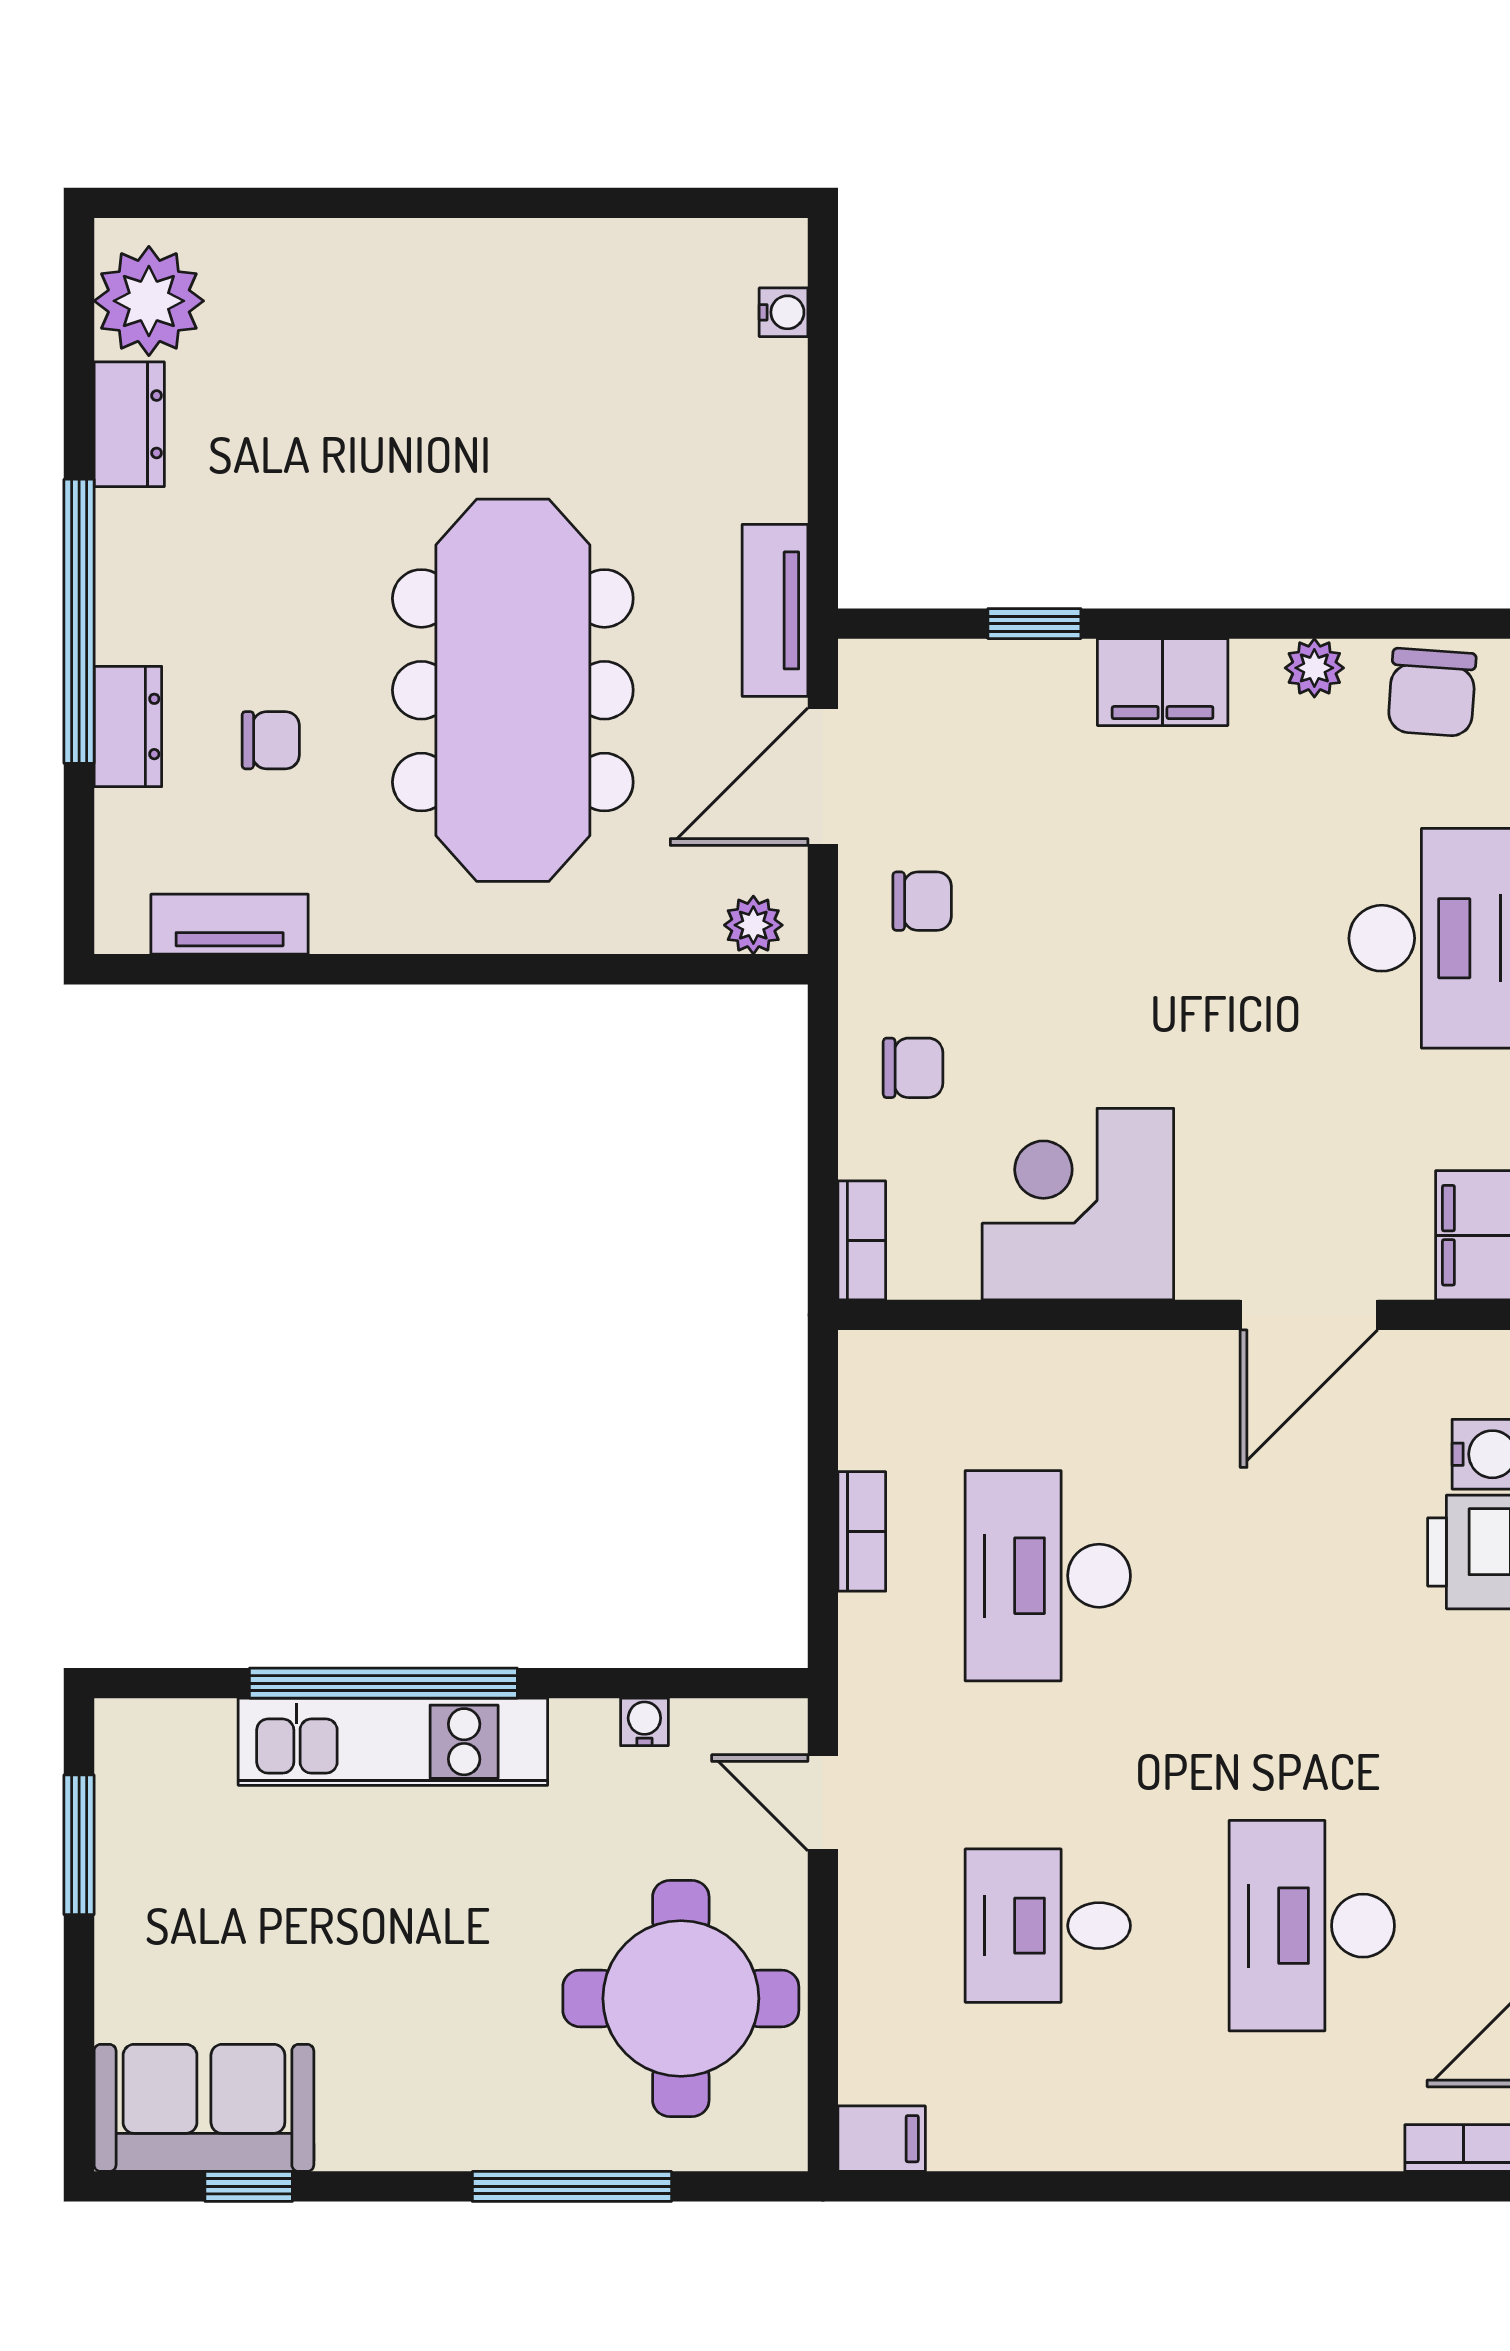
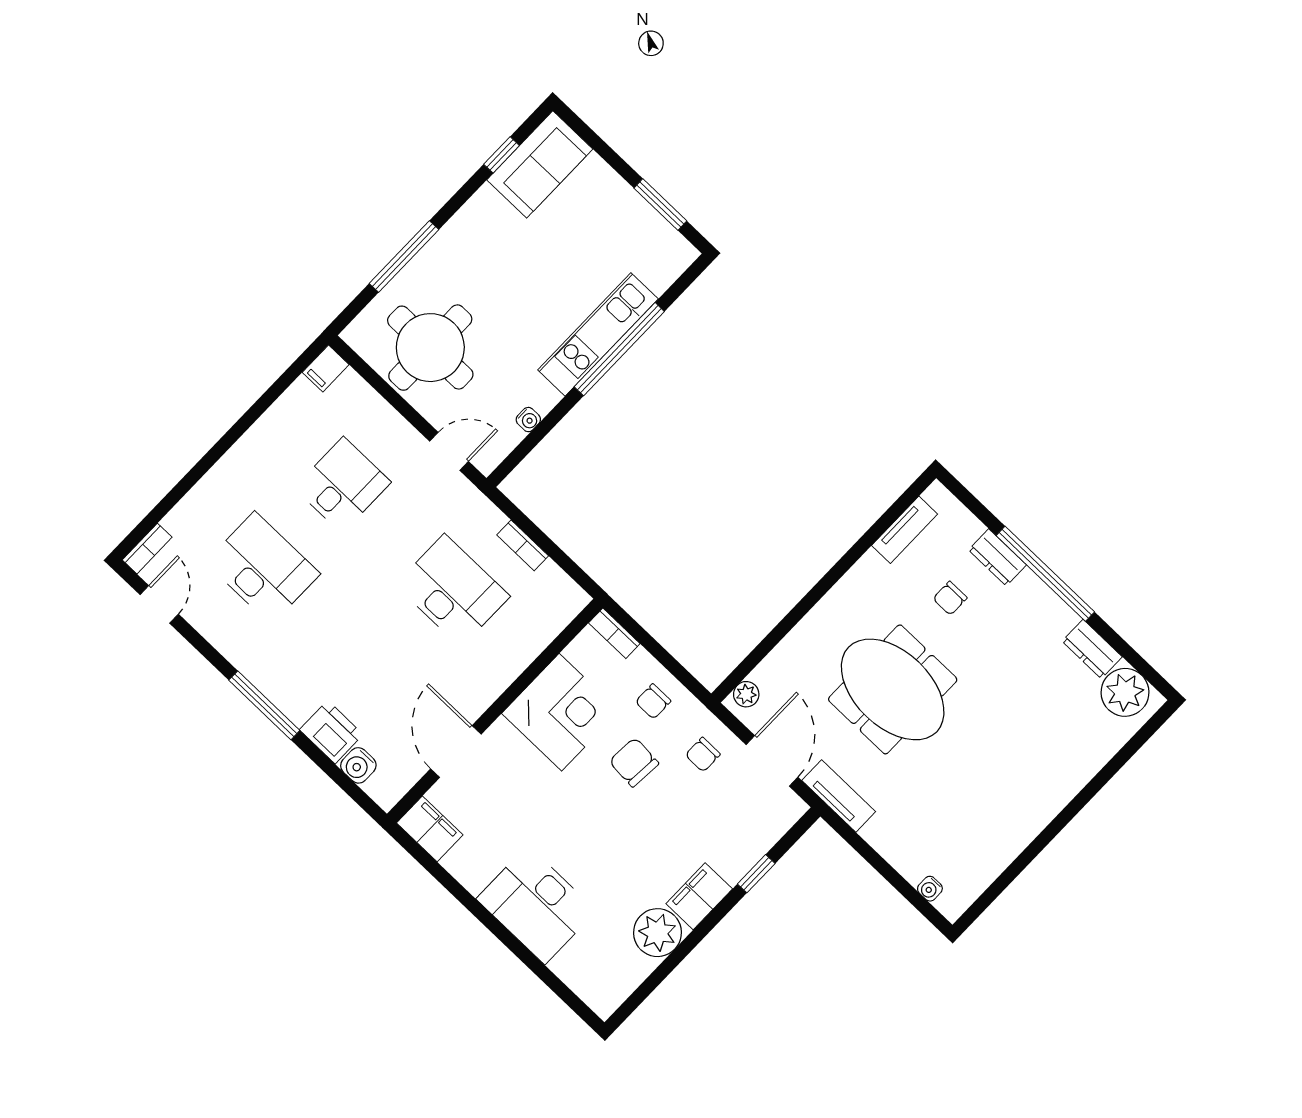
plant: (1314, 668) -> (658, 933), width x1.88, depth x1.88
meeting table: (513, 690) -> (893, 689), width x0.73
chair: (1432, 692) -> (634, 762), moved

